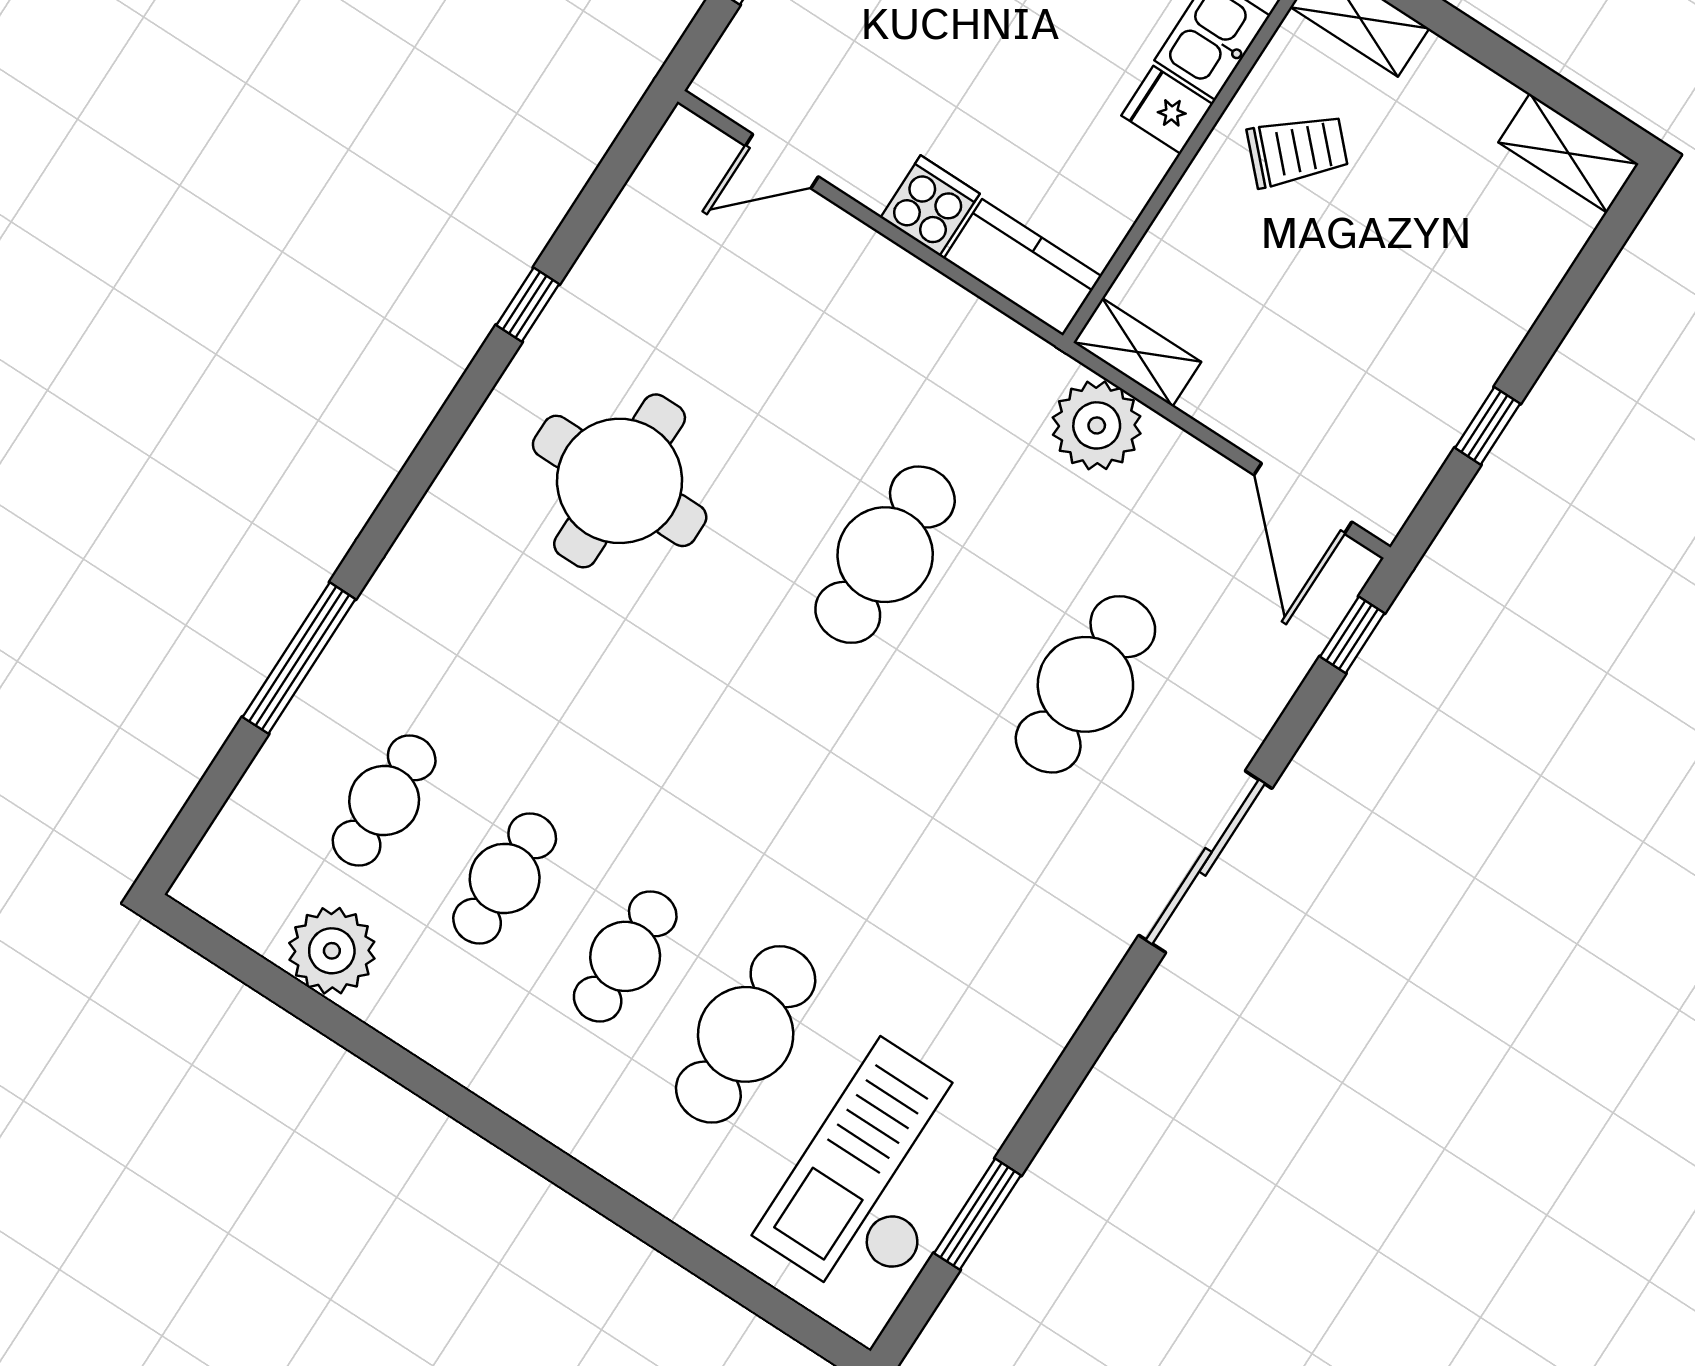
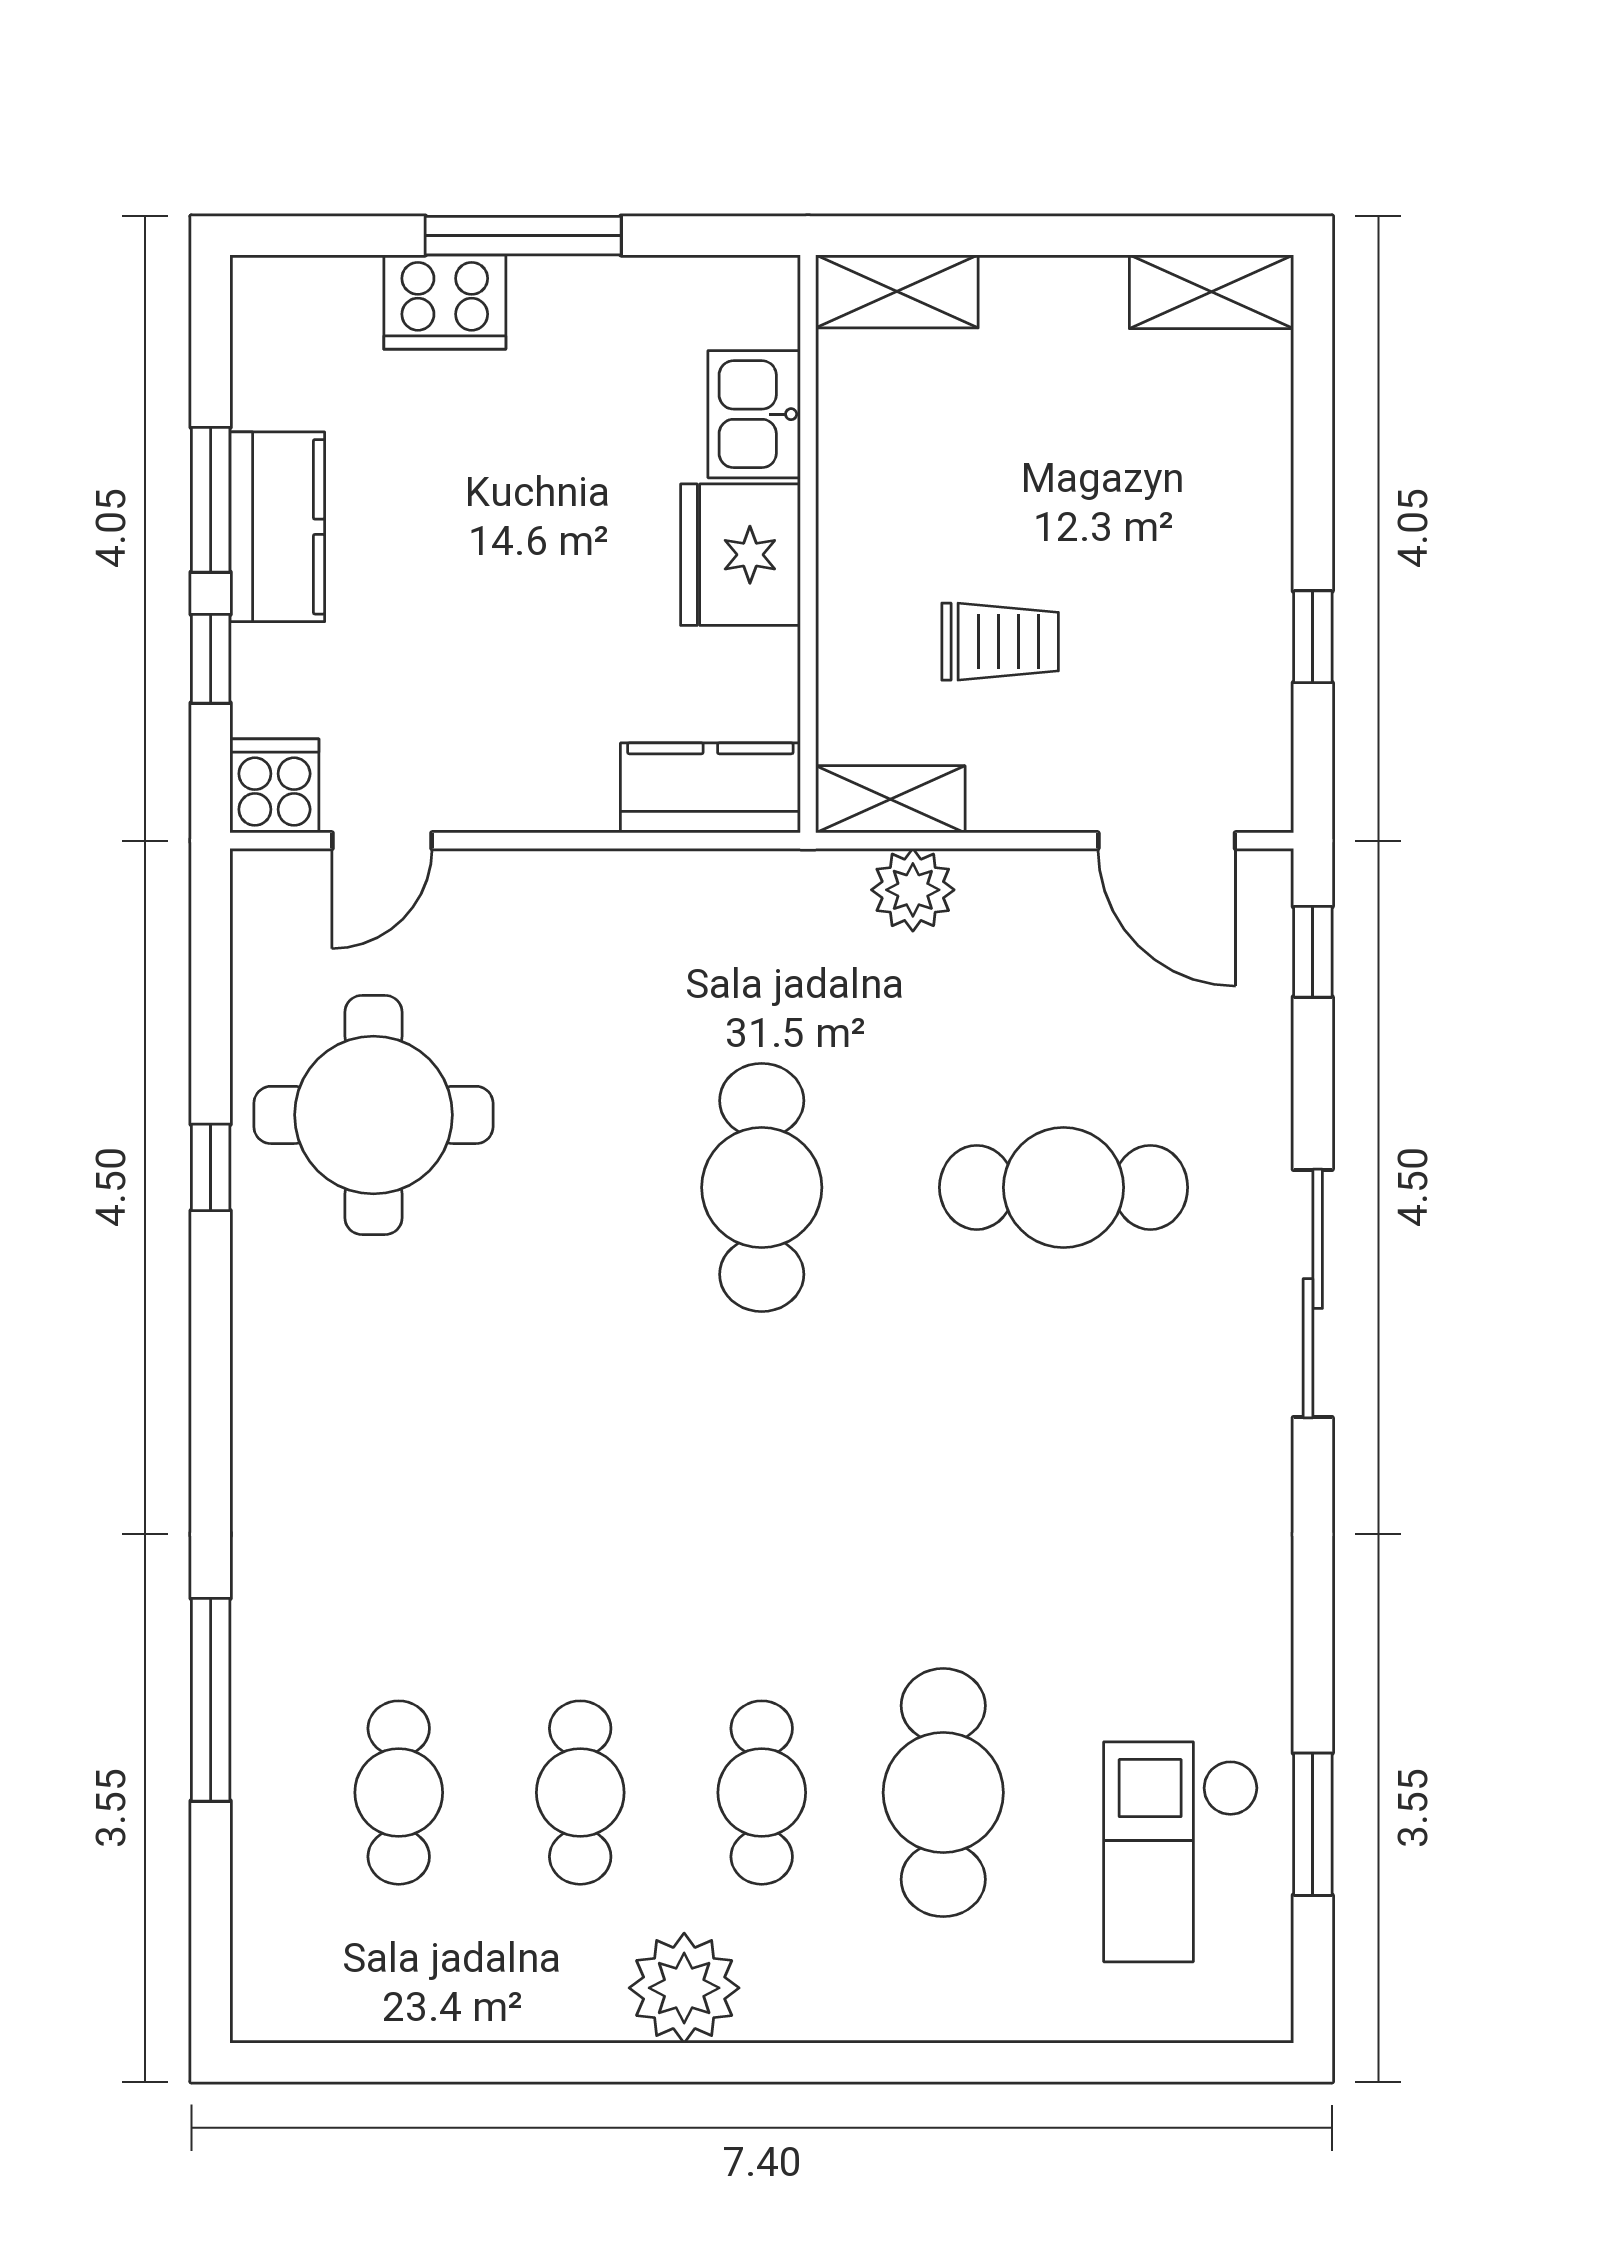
fridge: (1167, 110) -> (740, 555), width x1.88, depth x1.34
trolley: (1298, 150) -> (1000, 642), moved, turned 44
cooker: (930, 206) -> (274, 786), moved
plant: (1097, 425) -> (913, 890), width x0.73, depth x0.73
round table: (620, 481) -> (373, 1115), moved
cafe table: (1085, 684) -> (1064, 1187), turned 90
plant: (332, 951) -> (684, 1988), moved
checkout: (878, 1176) -> (1181, 1852), width x0.73, depth x0.83

